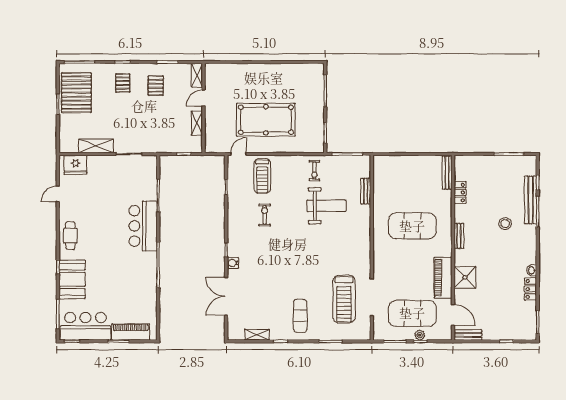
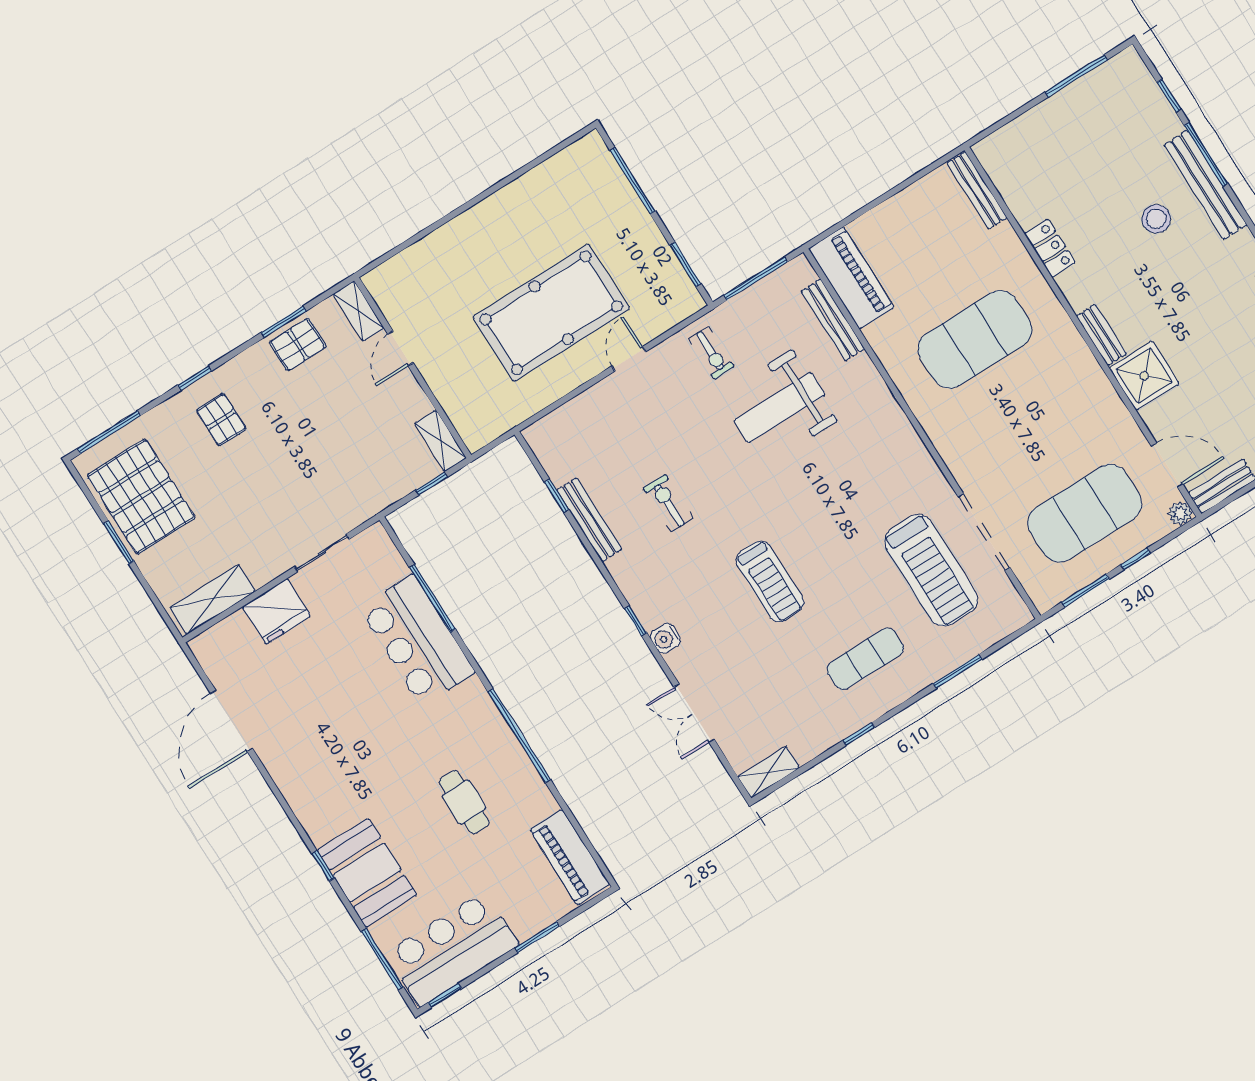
pallet: (156, 86) -> (298, 345), moved, turned 90
shelving: (197, 123) -> (440, 441), moved
shelving: (96, 146) -> (213, 599), moved
door: (238, 154) -> (629, 359), moved
fridge: (75, 165) -> (277, 611), moved
treadmill: (262, 176) -> (770, 582), moved
bench: (366, 191) -> (833, 320), width x1.36
locker: (460, 193) -> (1050, 248), moved
door: (58, 194) -> (232, 721), width x1.88
bench: (531, 200) -> (1205, 185), moved
bench: (232, 203) -> (589, 520), added
weight bench: (326, 206) -> (779, 408), turned 180
bar counter: (143, 226) -> (417, 640), moved
cafe table: (70, 236) -> (464, 802), moved
bench: (459, 236) -> (1101, 335), moved
piano: (443, 278) -> (851, 278), moved, turned 180
double door: (226, 296) -> (694, 713), width x0.73
exercise mat: (300, 316) -> (865, 659), turned 90
piano: (131, 332) -> (570, 857), moved, turned -90
shelving: (257, 335) -> (769, 772), moved
plant: (420, 335) -> (1180, 513), moved

